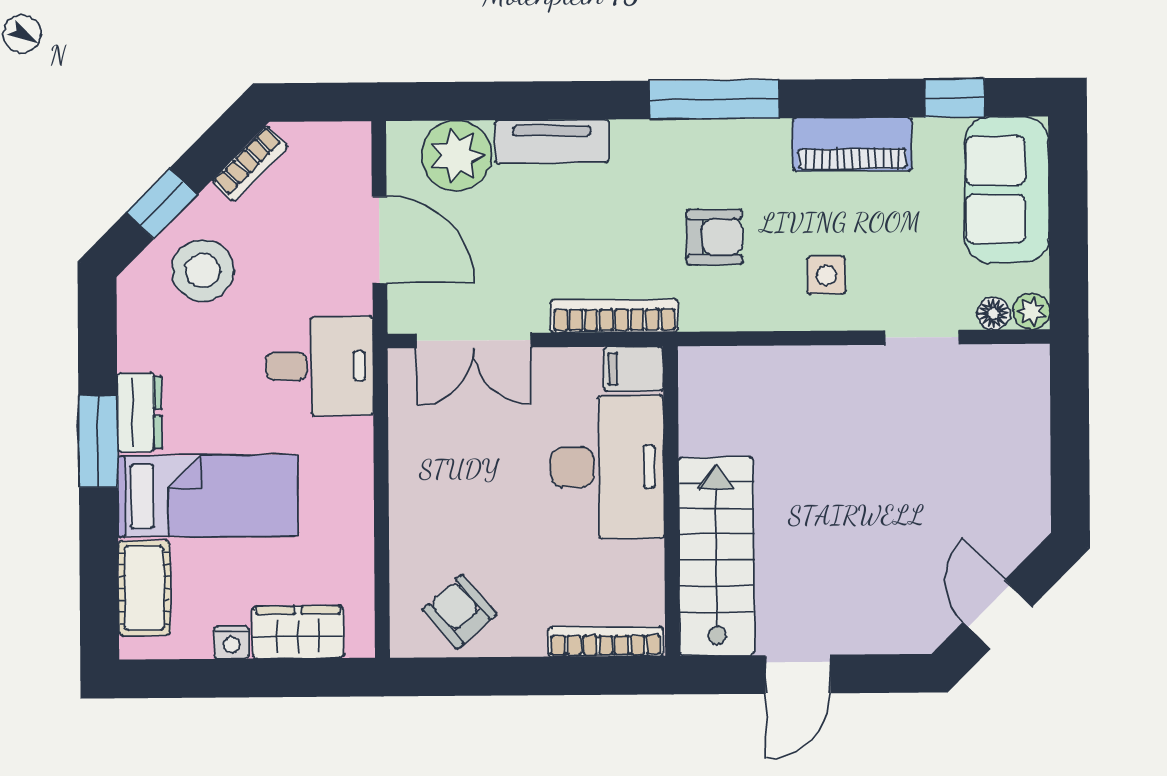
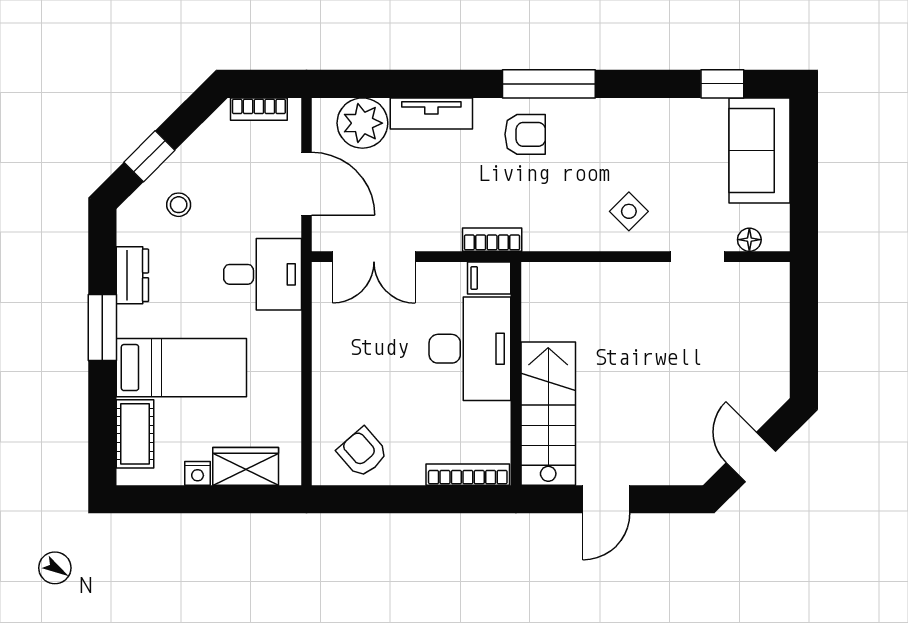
piano: (852, 144) -> (648, 117), removed
bookcase: (250, 164) -> (259, 109), moved, turned 45
armchair: (715, 237) -> (525, 134), moved
stool: (203, 270) -> (179, 205), width x0.53, depth x0.53
side table: (826, 275) -> (629, 211), turned 45
plant: (1032, 311) -> (777, 238), removed
bookcase: (614, 316) -> (492, 240), width x0.64
dresser: (140, 412) -> (132, 275), moved

